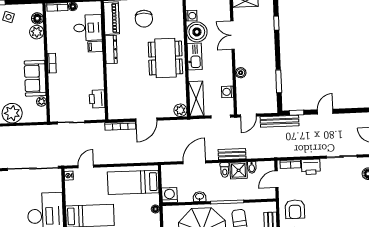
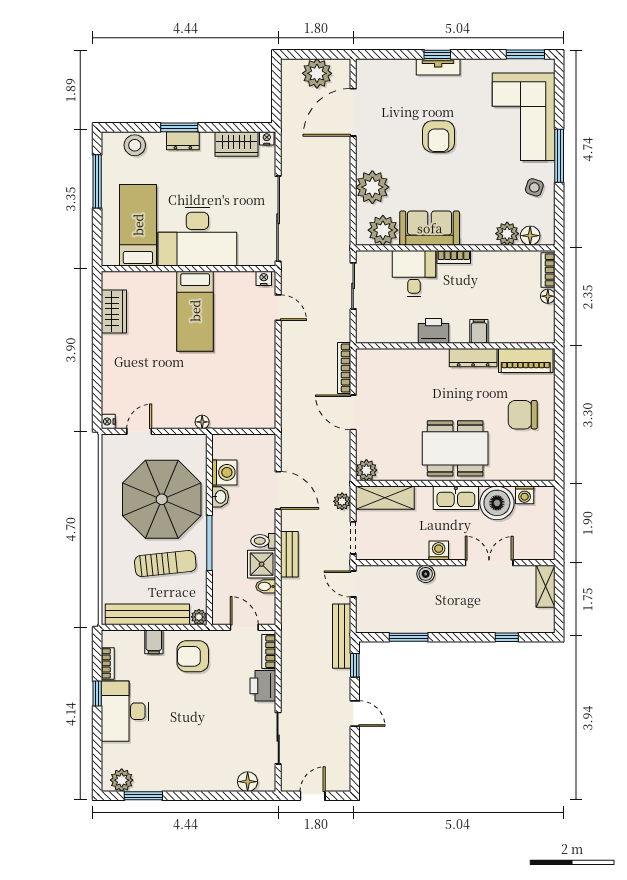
desk: (88, 28) -> (414, 274), moved, turned 180
washing machine: (227, 92) -> (439, 551), moved
printer: (97, 99) -> (433, 331), moved
plant: (41, 102) -> (383, 230), width x1.88, depth x1.88
plant: (199, 124) -> (342, 501), added
bed: (133, 182) -> (248, 386), removed
washing machine: (170, 195) -> (224, 472), moved
plant: (271, 206) -> (199, 617), added

